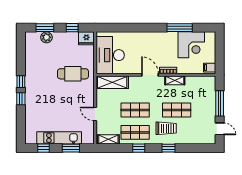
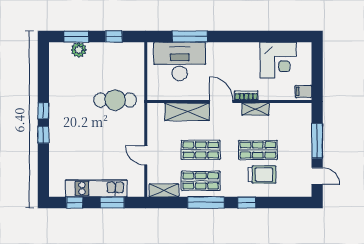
window: (180, 28) -> (190, 37), moved
fridge: (86, 38) -> (134, 51), removed
desk: (110, 55) -> (180, 61), moved, turned 90
shelving: (112, 82) -> (187, 112), moved
trolley: (166, 128) -> (262, 175), moved
window: (139, 148) -> (206, 202), width x2.17

